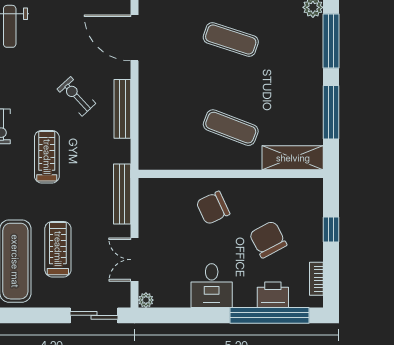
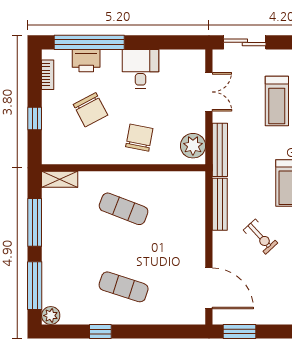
bench: (122, 109) -> (220, 204), moved
shelving: (293, 158) -> (60, 179), width x0.67, depth x0.75
chair: (213, 208) -> (139, 138), turned -54
plant: (146, 300) -> (193, 146), moved, width x1.87, depth x1.87

